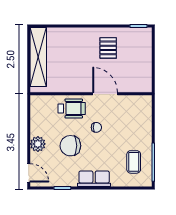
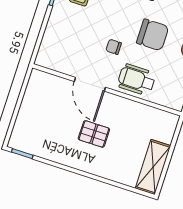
pallet: (108, 48) -> (94, 134), moved, turned 90
shelving: (38, 57) -> (153, 167), width x0.68

